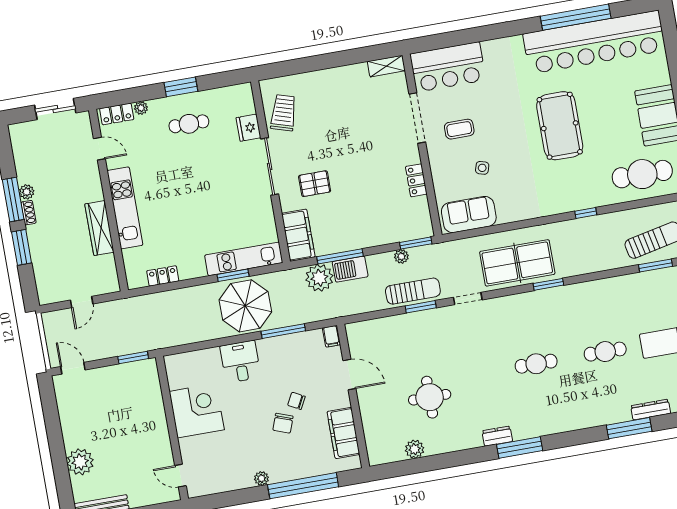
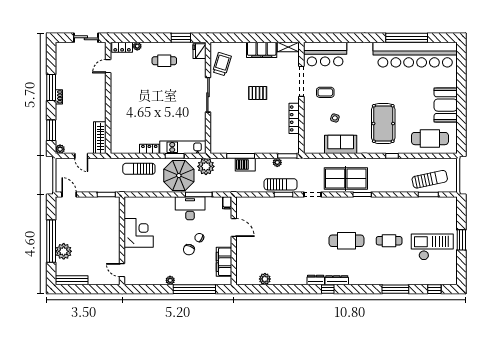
window: (181, 87) -> (181, 38), moved
pool table: (560, 126) -> (383, 124), moved
fridge: (248, 128) -> (199, 51), moved
door: (99, 149) -> (108, 66), swing flipped
locker: (416, 180) -> (294, 118), width x1.53
pallet: (315, 184) -> (258, 93), moved
plant: (27, 192) -> (60, 149), moved
kitchen unit: (125, 208) -> (117, 104), removed
sofa: (469, 215) -> (341, 144), moved
wardrobe: (99, 228) -> (100, 138), moved
filing cabinet: (298, 235) -> (262, 50), moved, turned 90
window: (22, 247) -> (51, 130), moved
locker: (163, 276) -> (149, 149), moved
plant: (319, 278) -> (206, 166), moved
door: (82, 302) -> (81, 156), hinge flipped
sun lounger: (179, 306) -> (139, 169), added
desk: (240, 362) -> (190, 208), moved, width x1.37
cafe table: (536, 364) -> (346, 241), width x1.37, depth x1.35
round table: (430, 397) -> (279, 249), removed
dresser: (651, 410) -> (337, 280), moved
window: (520, 447) -> (328, 289), width x0.46
window: (57, 449) -> (51, 241), added

